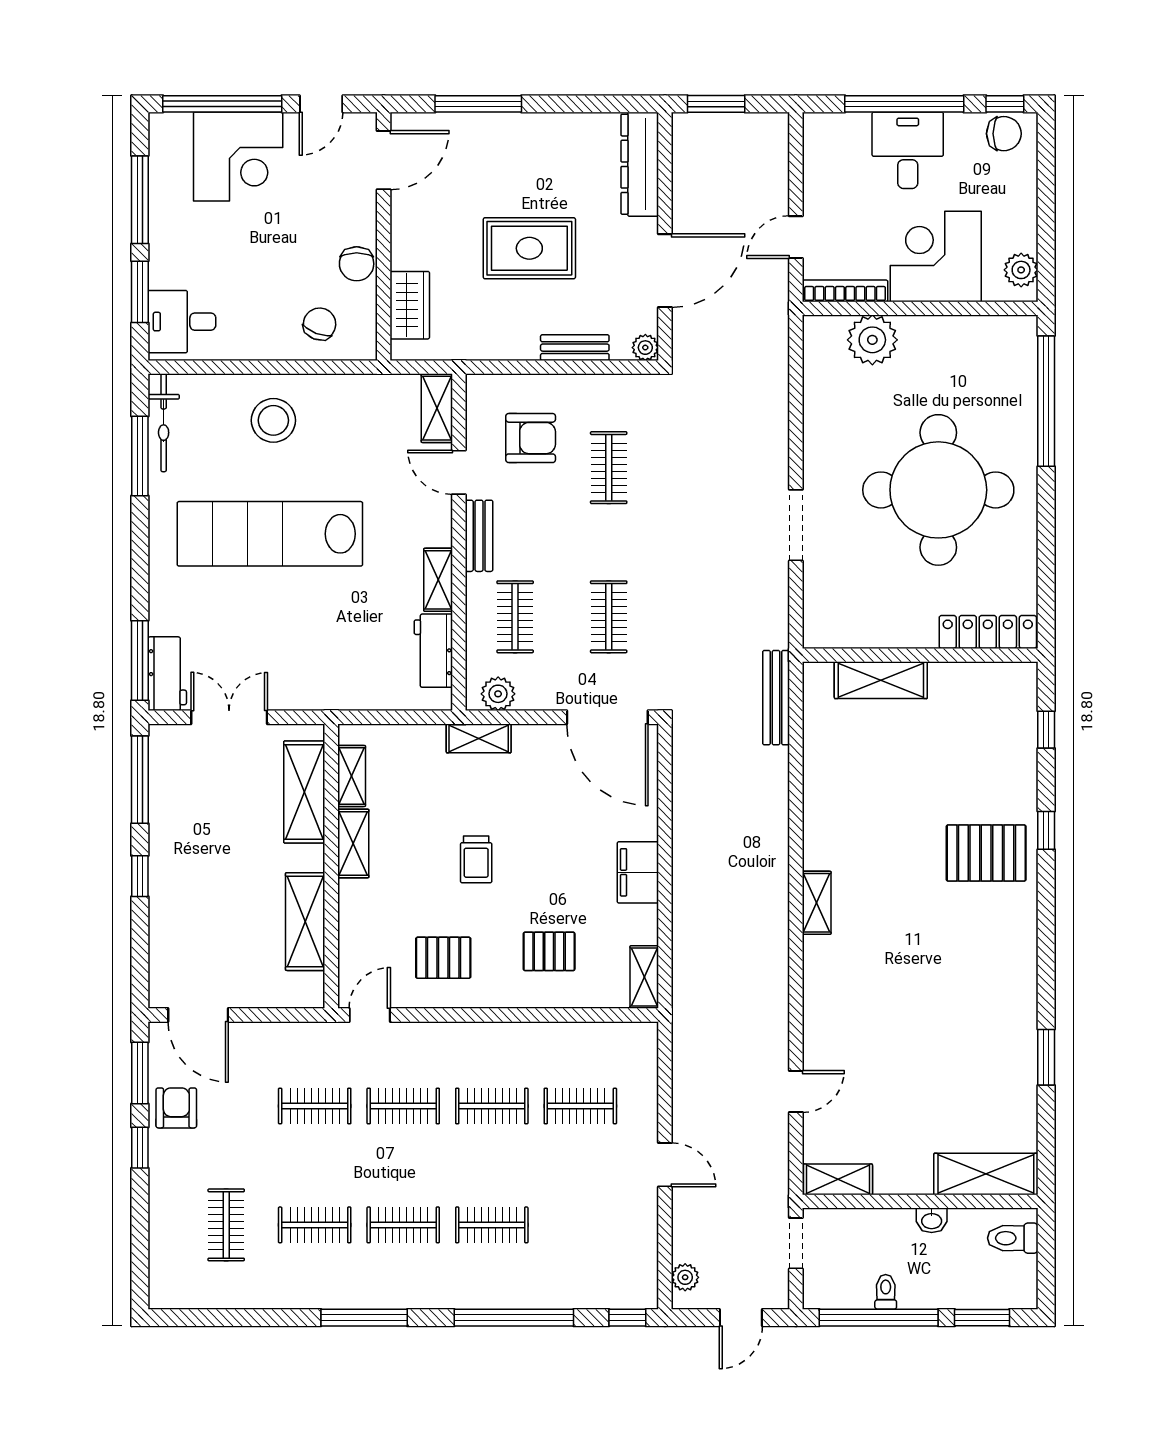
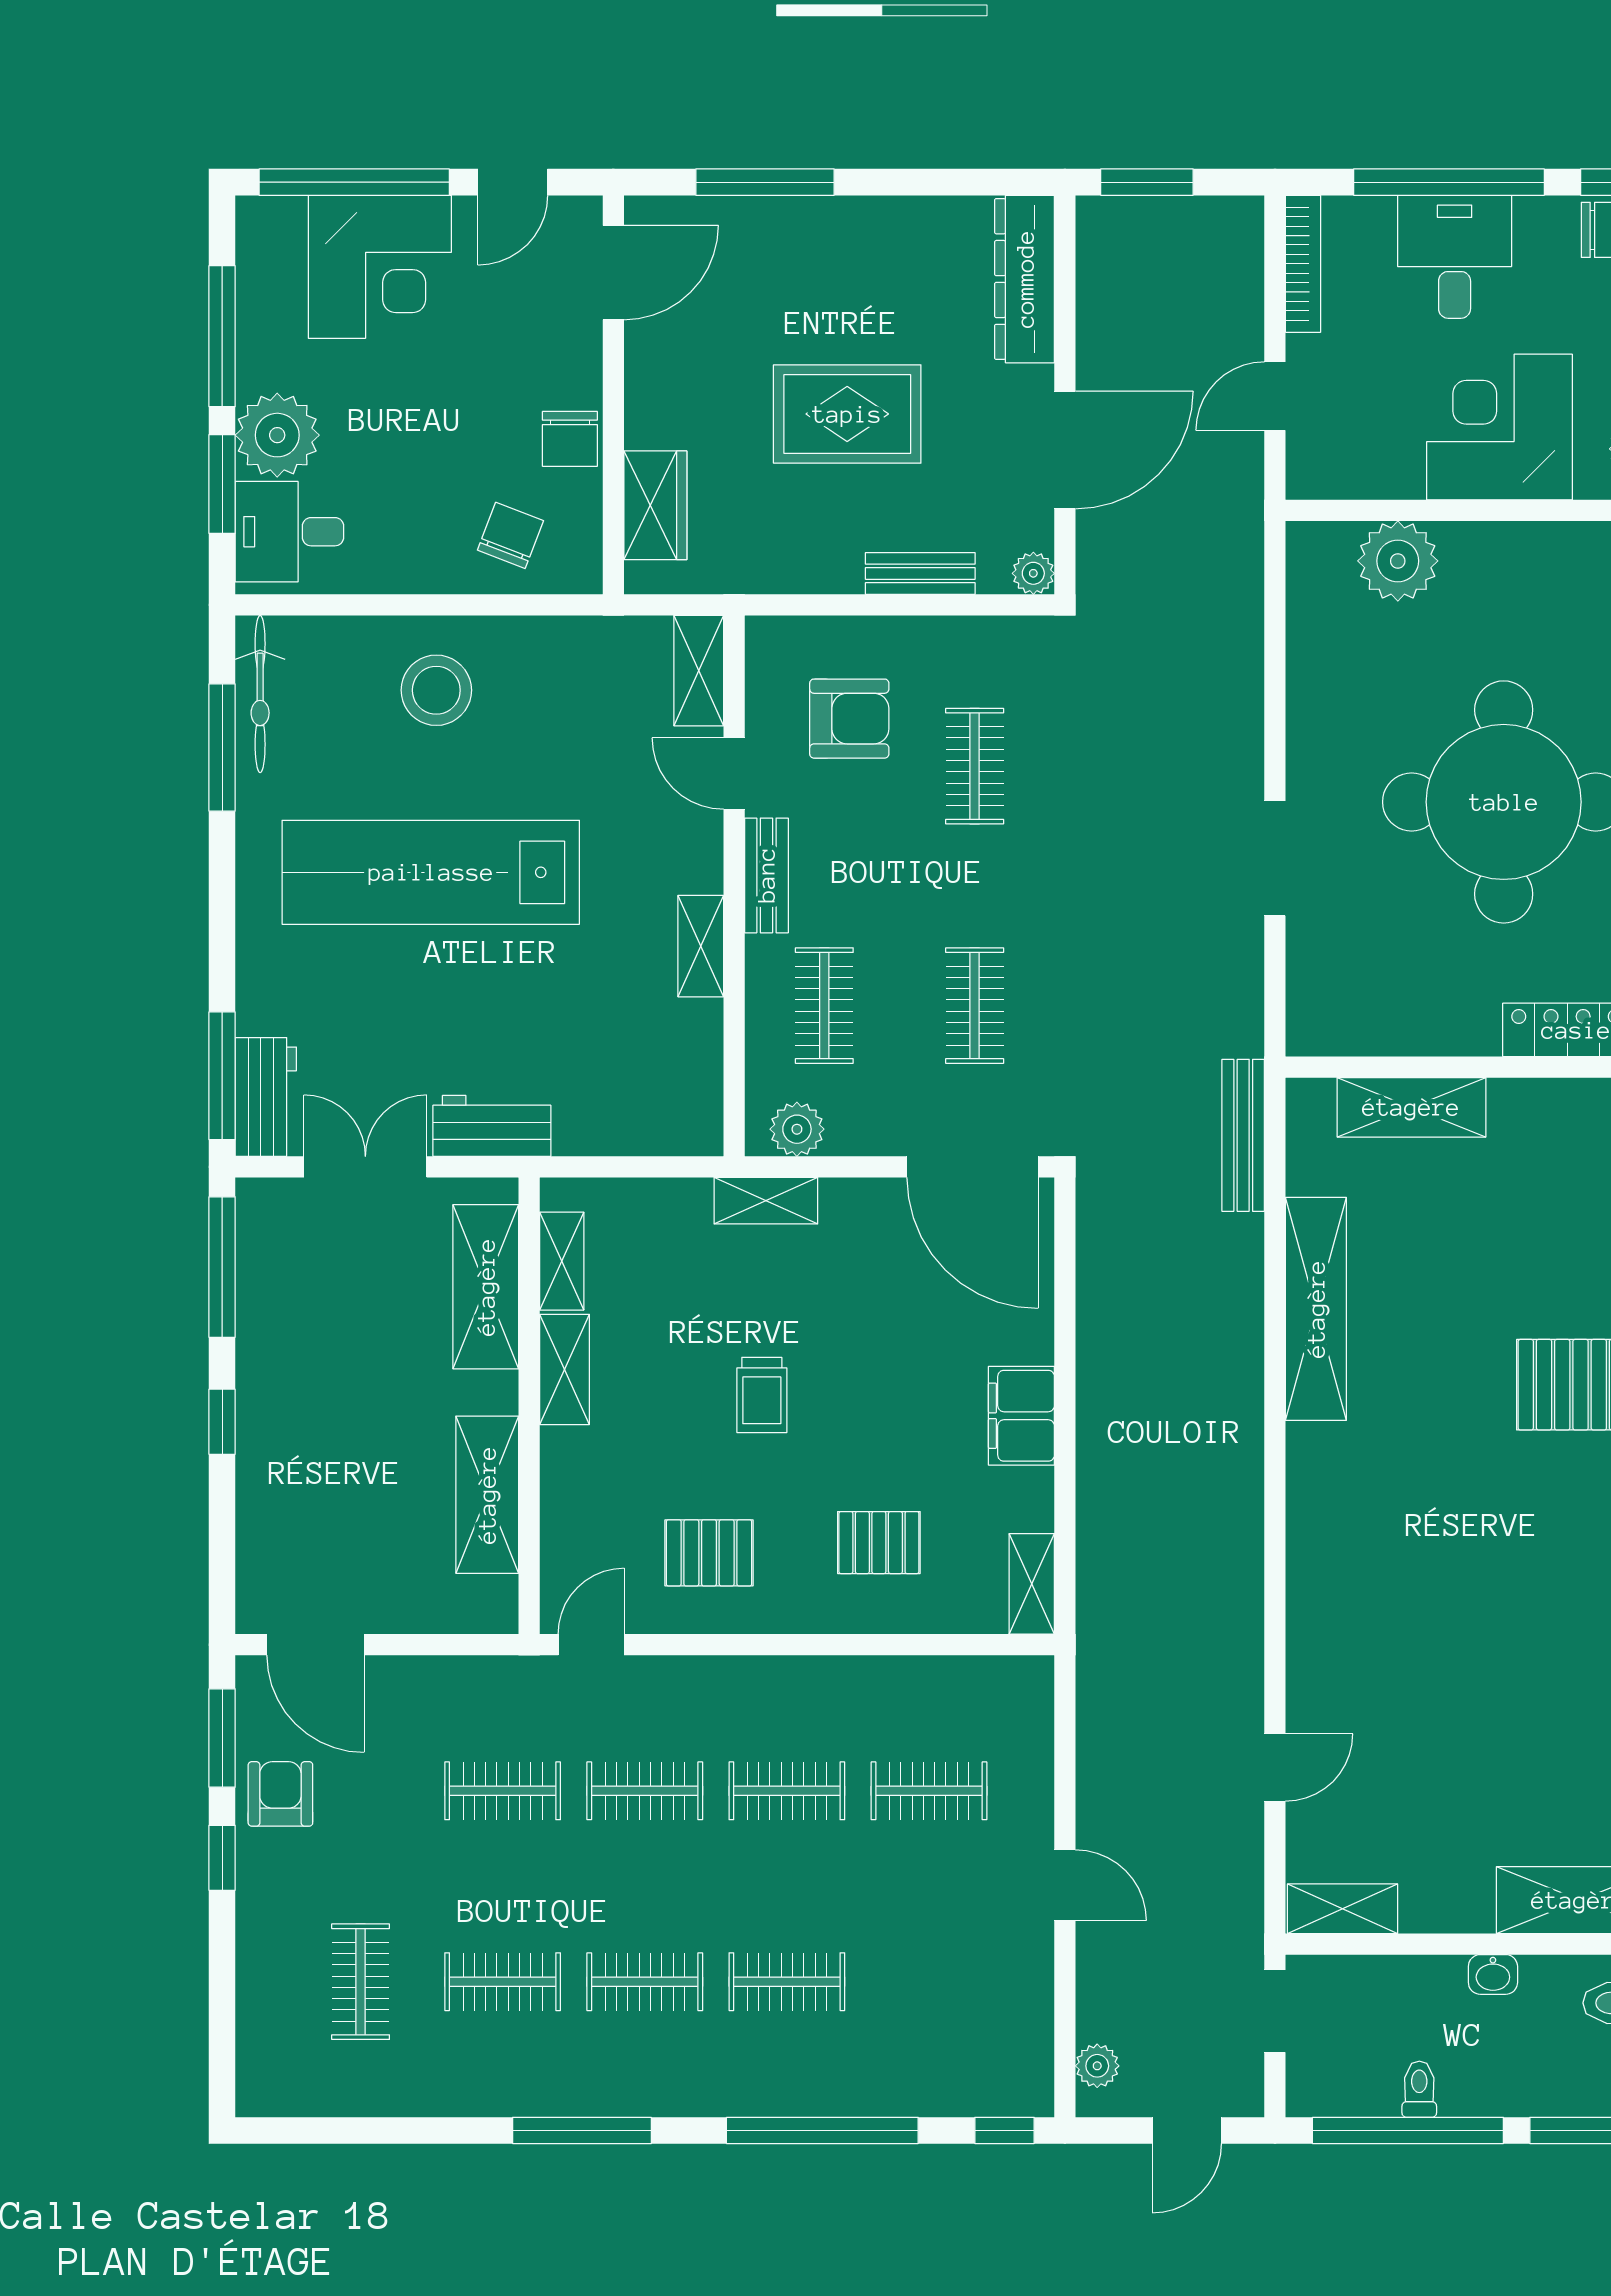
plant: (174, 261) -> (277, 435), added
bookcase: (845, 291) -> (1303, 264), moved, turned 90
workbench: (433, 651) -> (492, 1126), moved, turned 90
shelving: (817, 903) -> (1316, 1309), moved, width x2.20, depth x1.33

